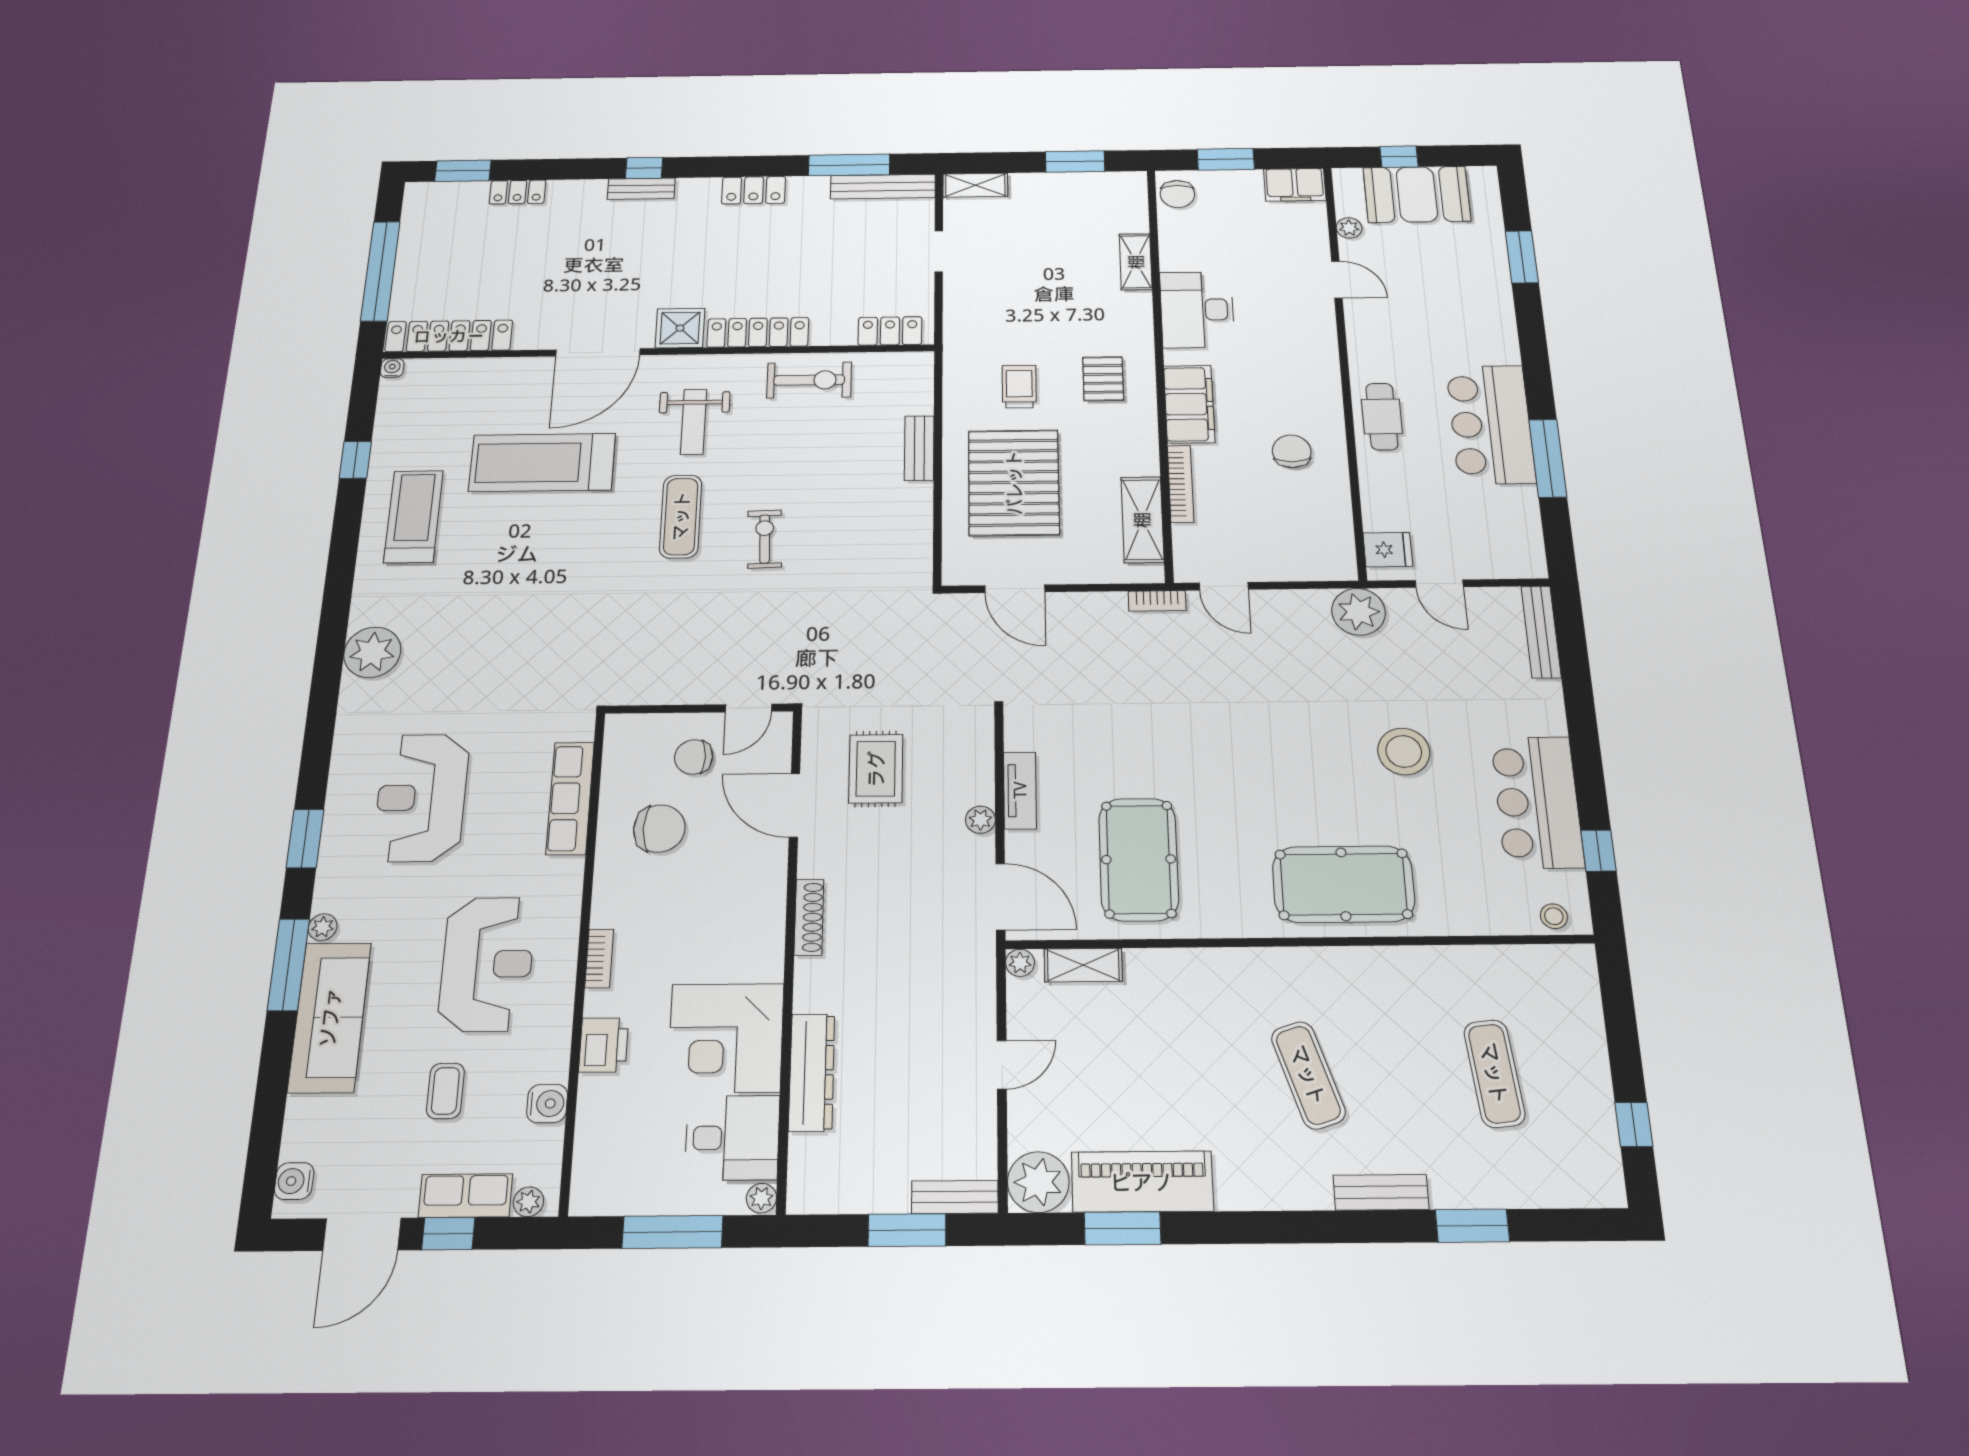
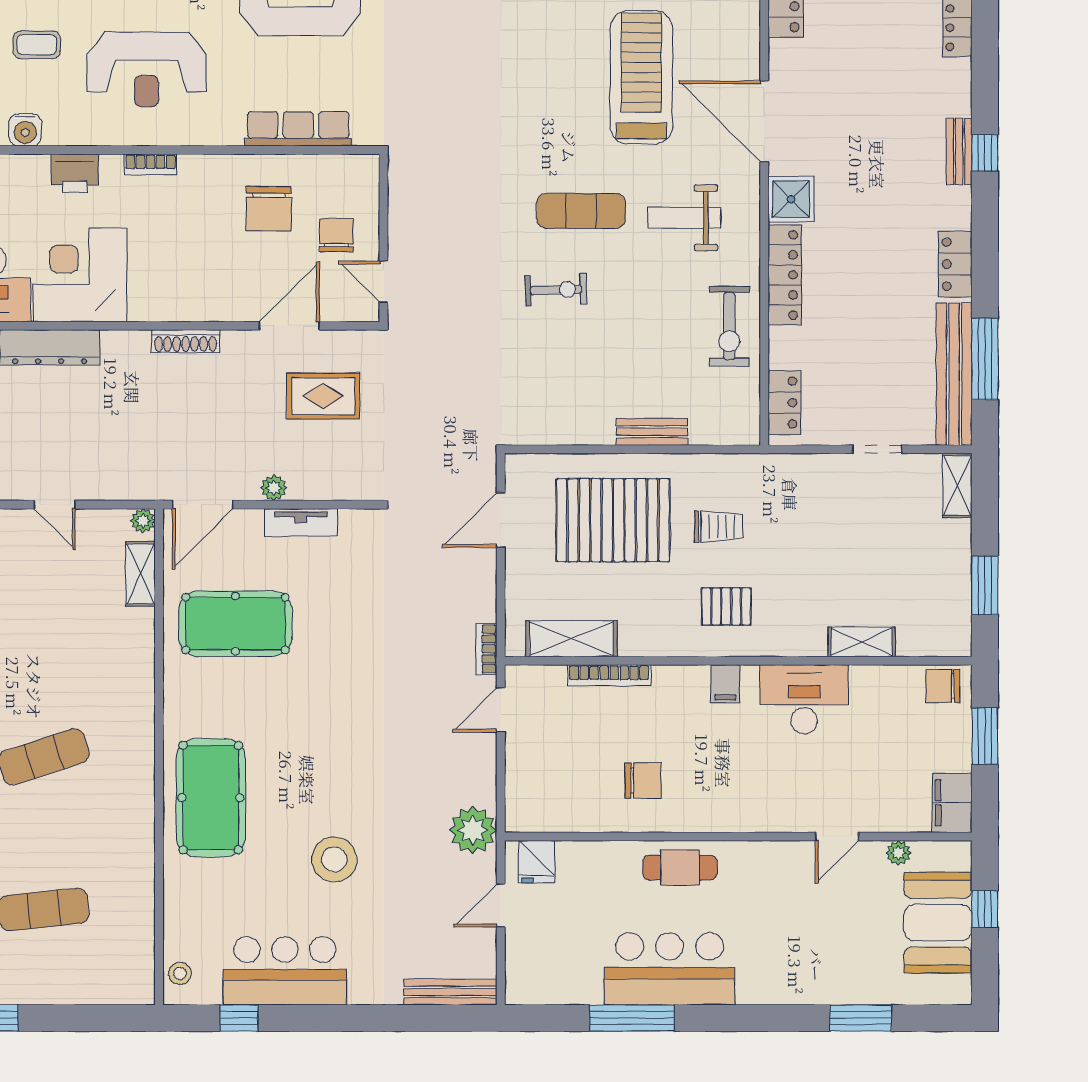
bench: (883, 187) -> (954, 374), width x1.37, depth x1.21
filing cabinet: (1189, 404) -> (725, 684), width x0.33, depth x0.86

